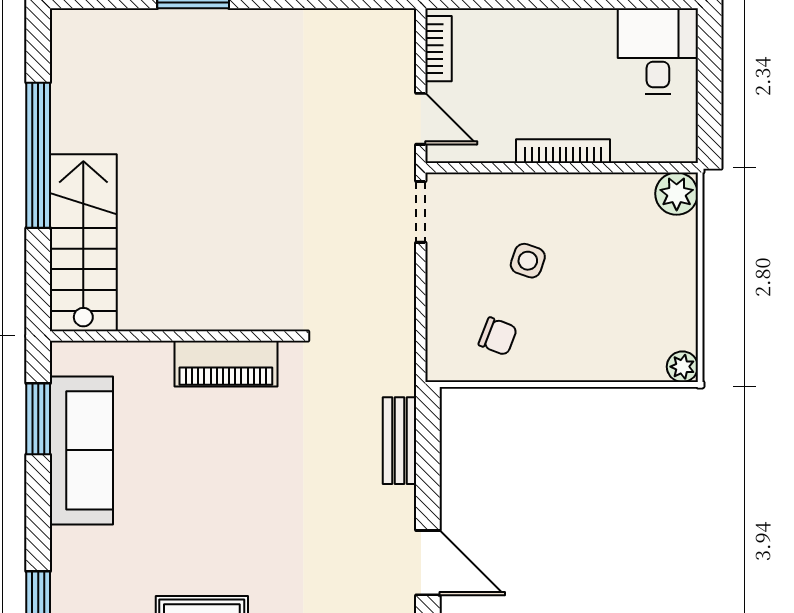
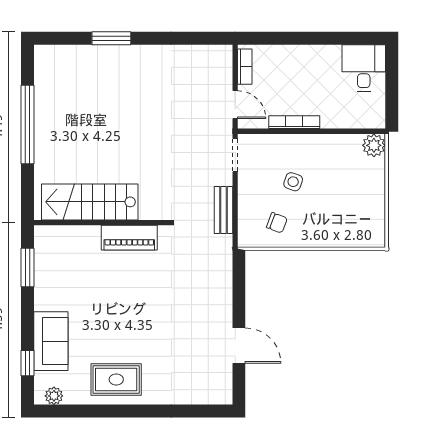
bookcase: (563, 151) -> (294, 122), moved
stairs: (83, 243) -> (90, 202), moved, turned -90
plant: (682, 367) -> (377, 239), removed
bench: (399, 441) -> (223, 210), moved
sofa: (81, 450) -> (51, 341), moved, width x0.73

